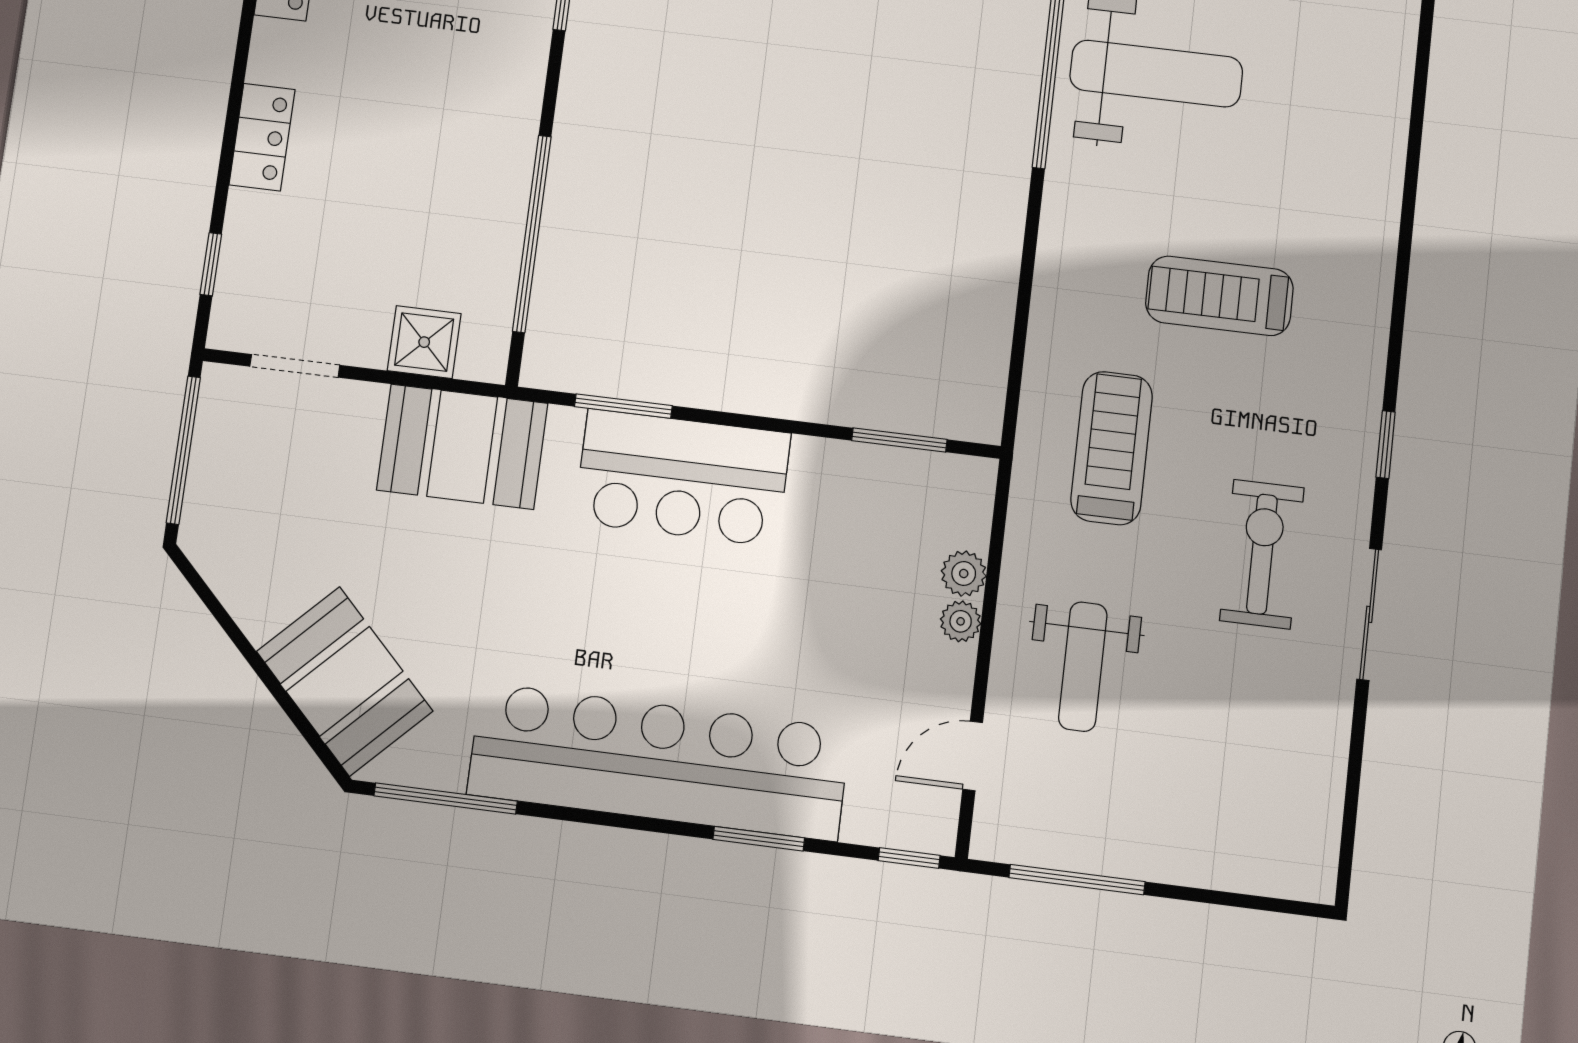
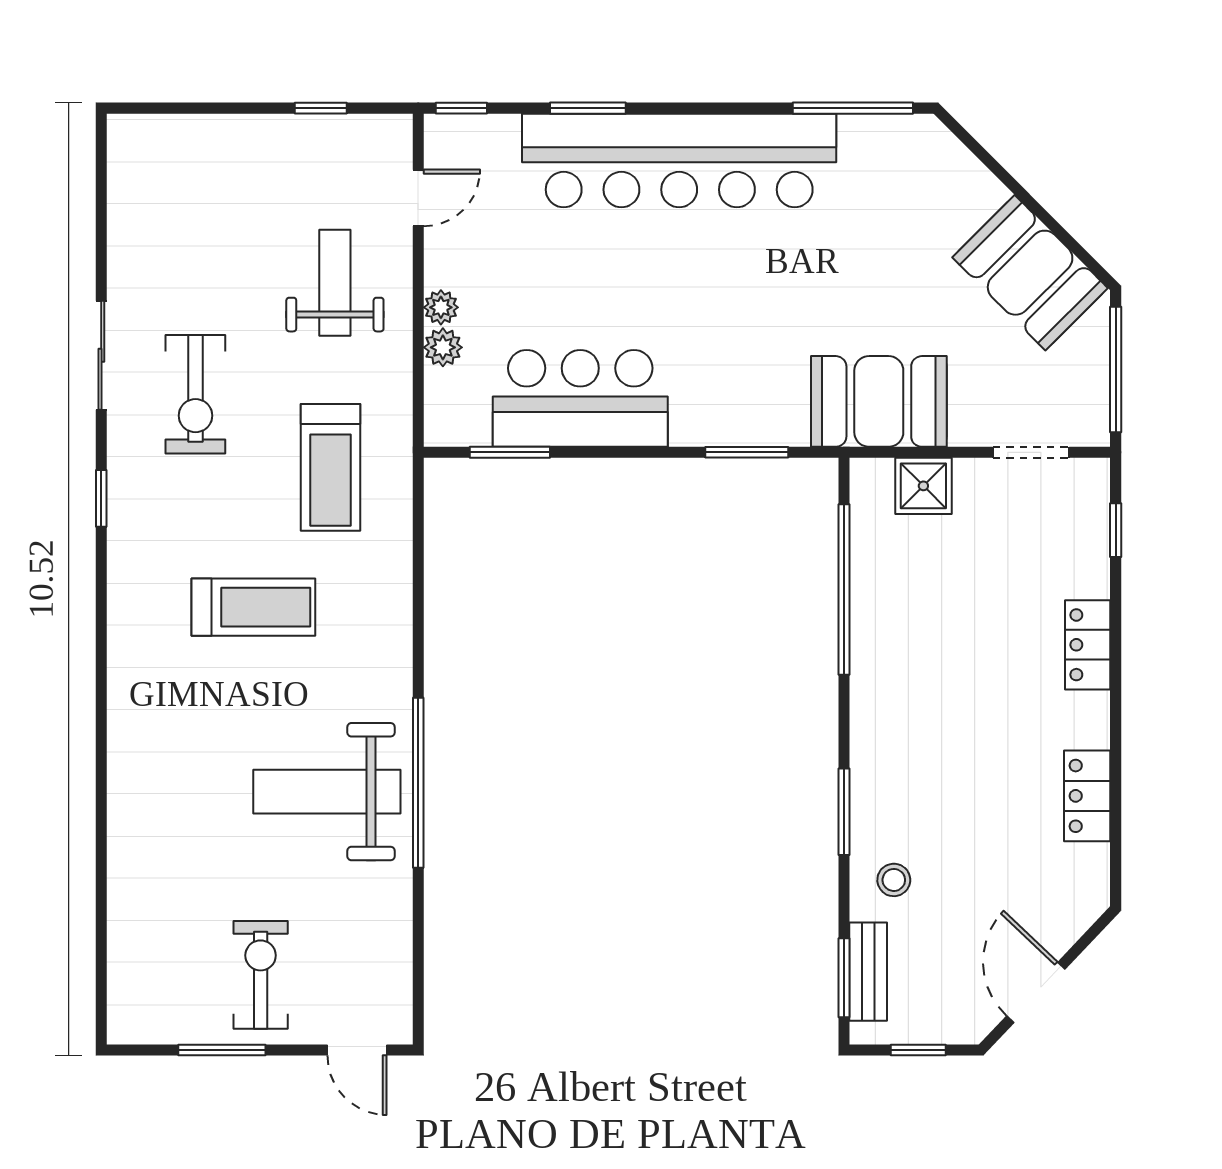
bar counter: (682, 478) -> (580, 398), moved
booth: (344, 681) -> (1030, 273), moved
window: (1077, 880) -> (321, 108), width x0.46

